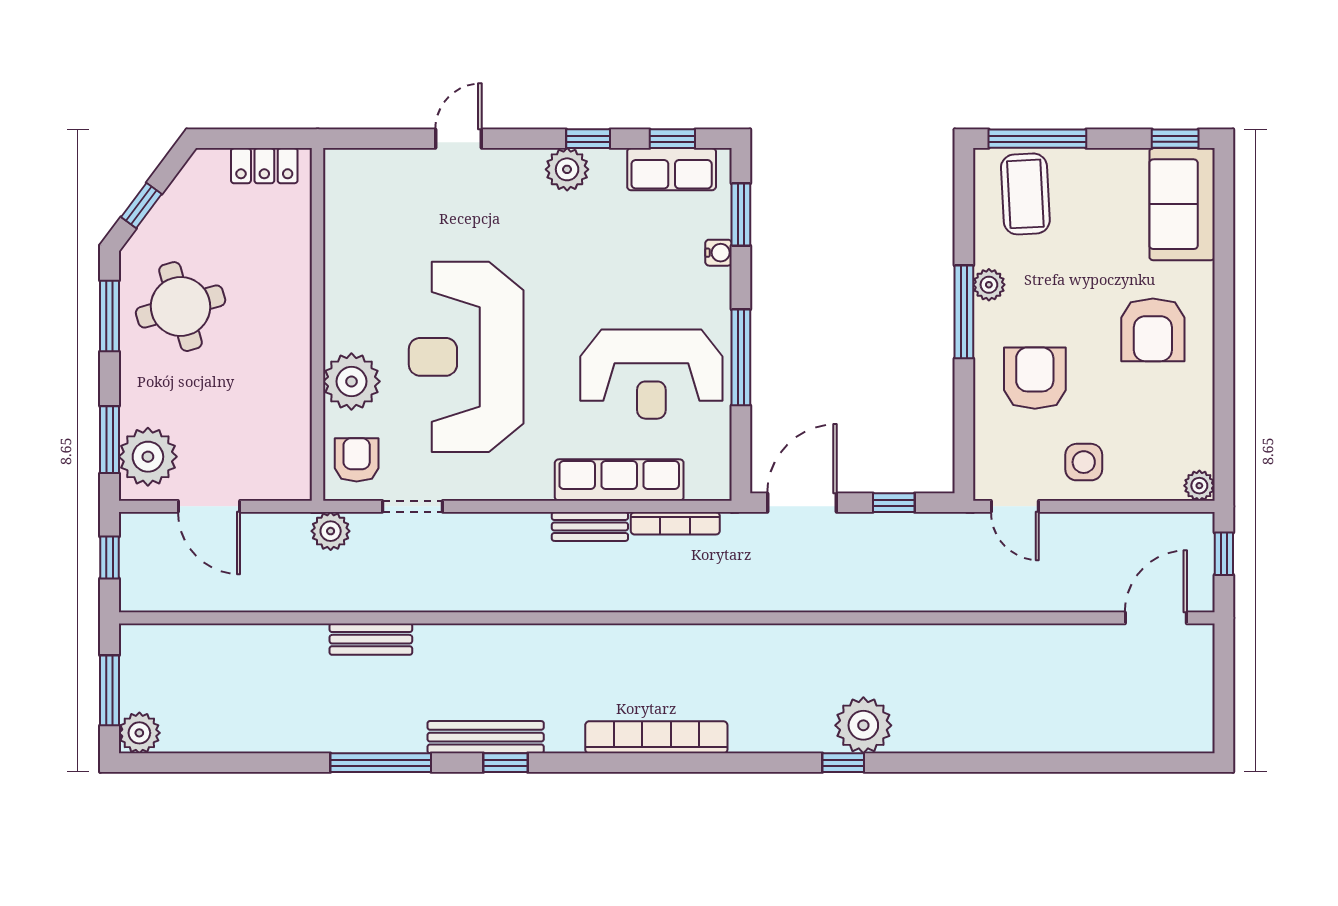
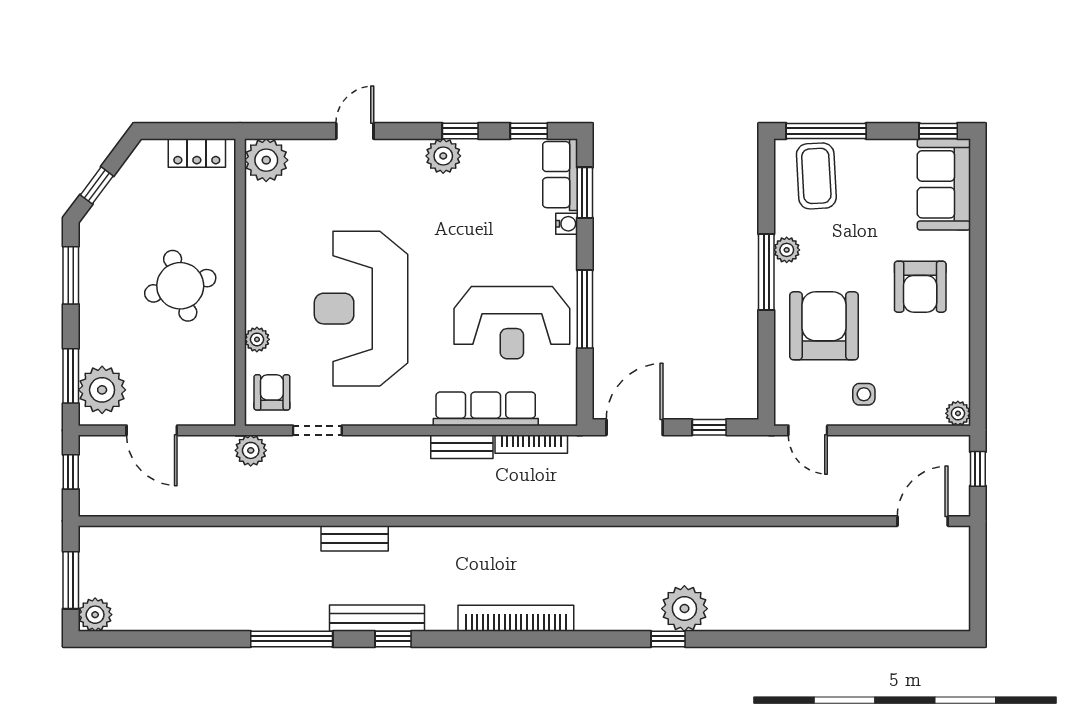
row of seats: (672, 169) -> (560, 175), moved, turned 90
plant: (350, 174) -> (266, 160), added
round table: (181, 307) -> (180, 286), moved
armchair: (1035, 378) -> (824, 326), width x1.36, depth x1.36
plant: (351, 381) -> (257, 339), width x0.53, depth x0.53
side table: (1084, 462) -> (864, 394), width x0.73, depth x0.73
bench: (371, 639) -> (355, 538), moved

